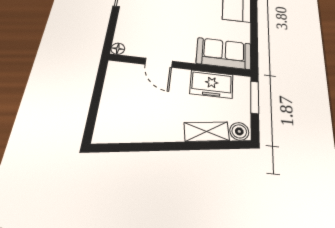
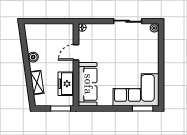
sofa: (224, 53) -> (88, 84), width x1.36
boiler: (239, 131) -> (33, 57), moved

